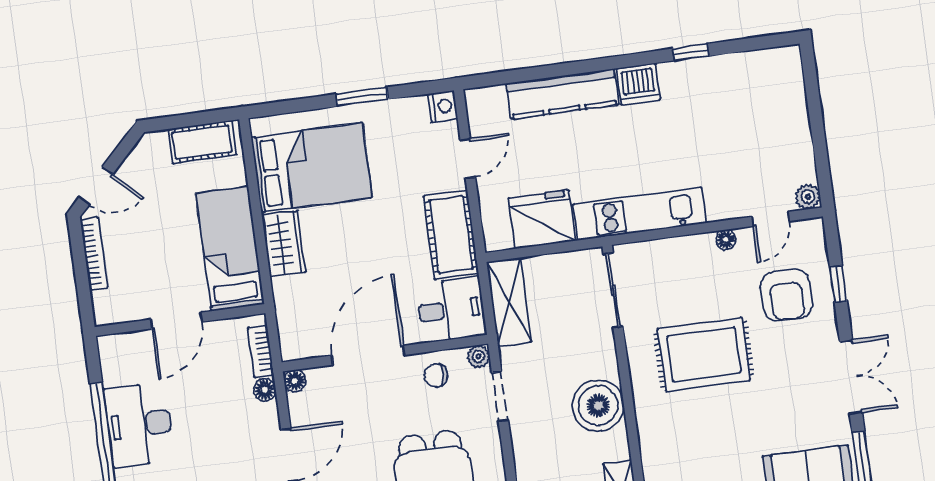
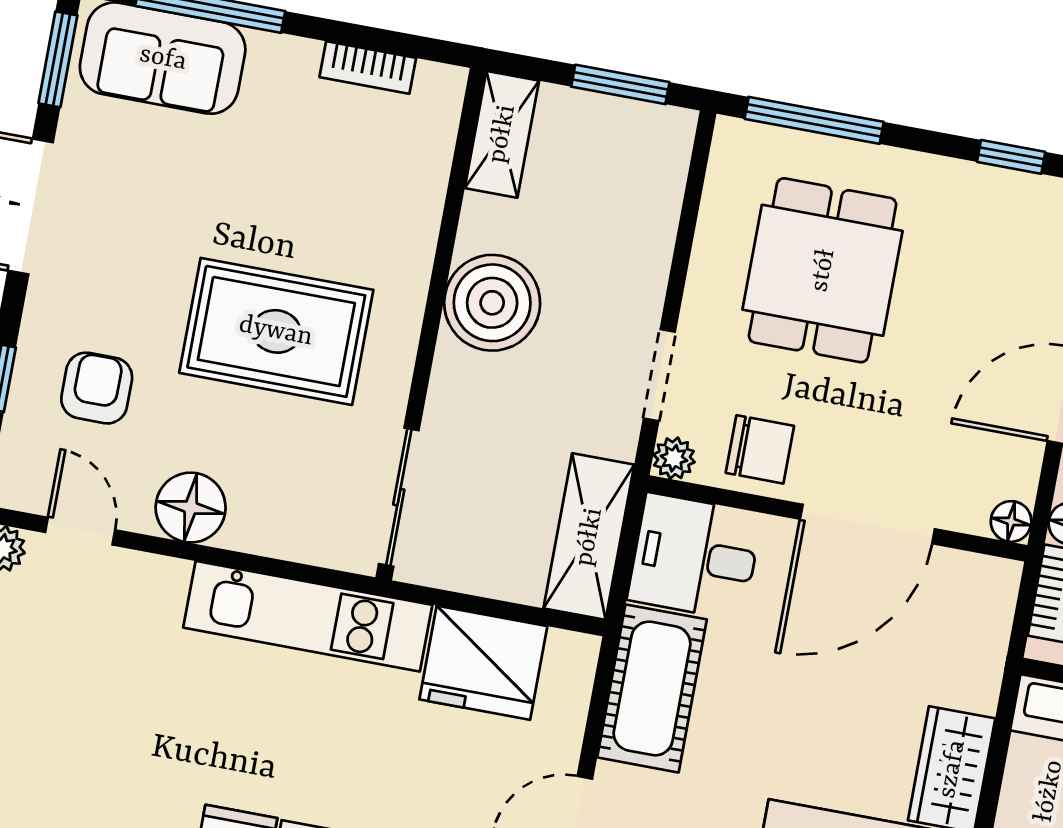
door: (771, 219) -> (80, 531), hinge flipped
floor lamp: (726, 240) -> (191, 508), width x1.89, depth x1.89
armchair: (786, 295) -> (97, 388), width x0.72, depth x0.72
chair: (436, 375) -> (760, 449), width x1.37, depth x1.37

